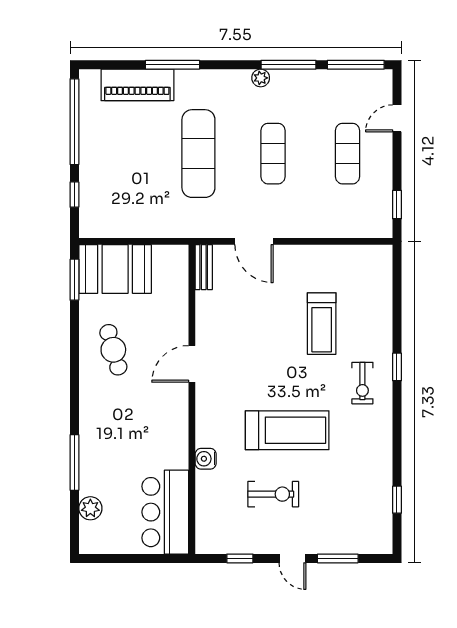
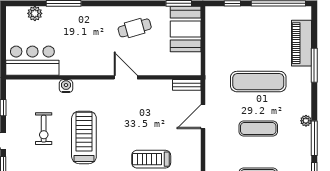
treadmill: (287, 430) -> (84, 137), turned 180

